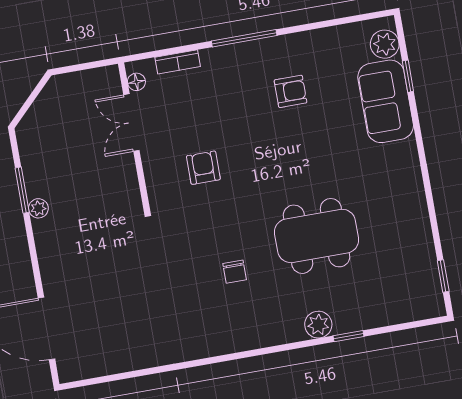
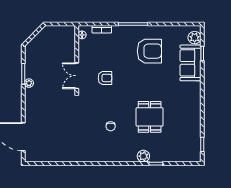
armchair: (290, 91) -> (149, 51), width x1.88, depth x1.88
double door: (131, 123) -> (77, 76), moved
armchair: (203, 168) -> (105, 78), turned 90
dining table: (317, 236) -> (150, 117), width x0.73

